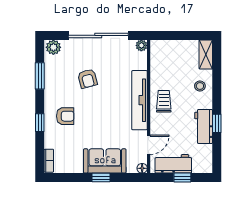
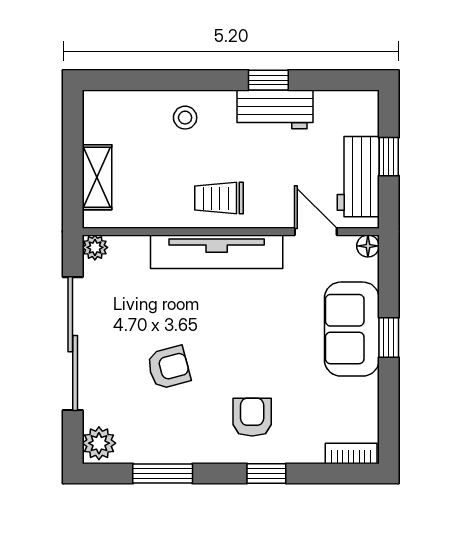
shelving: (206, 54) -> (97, 177), moved, turned 90

